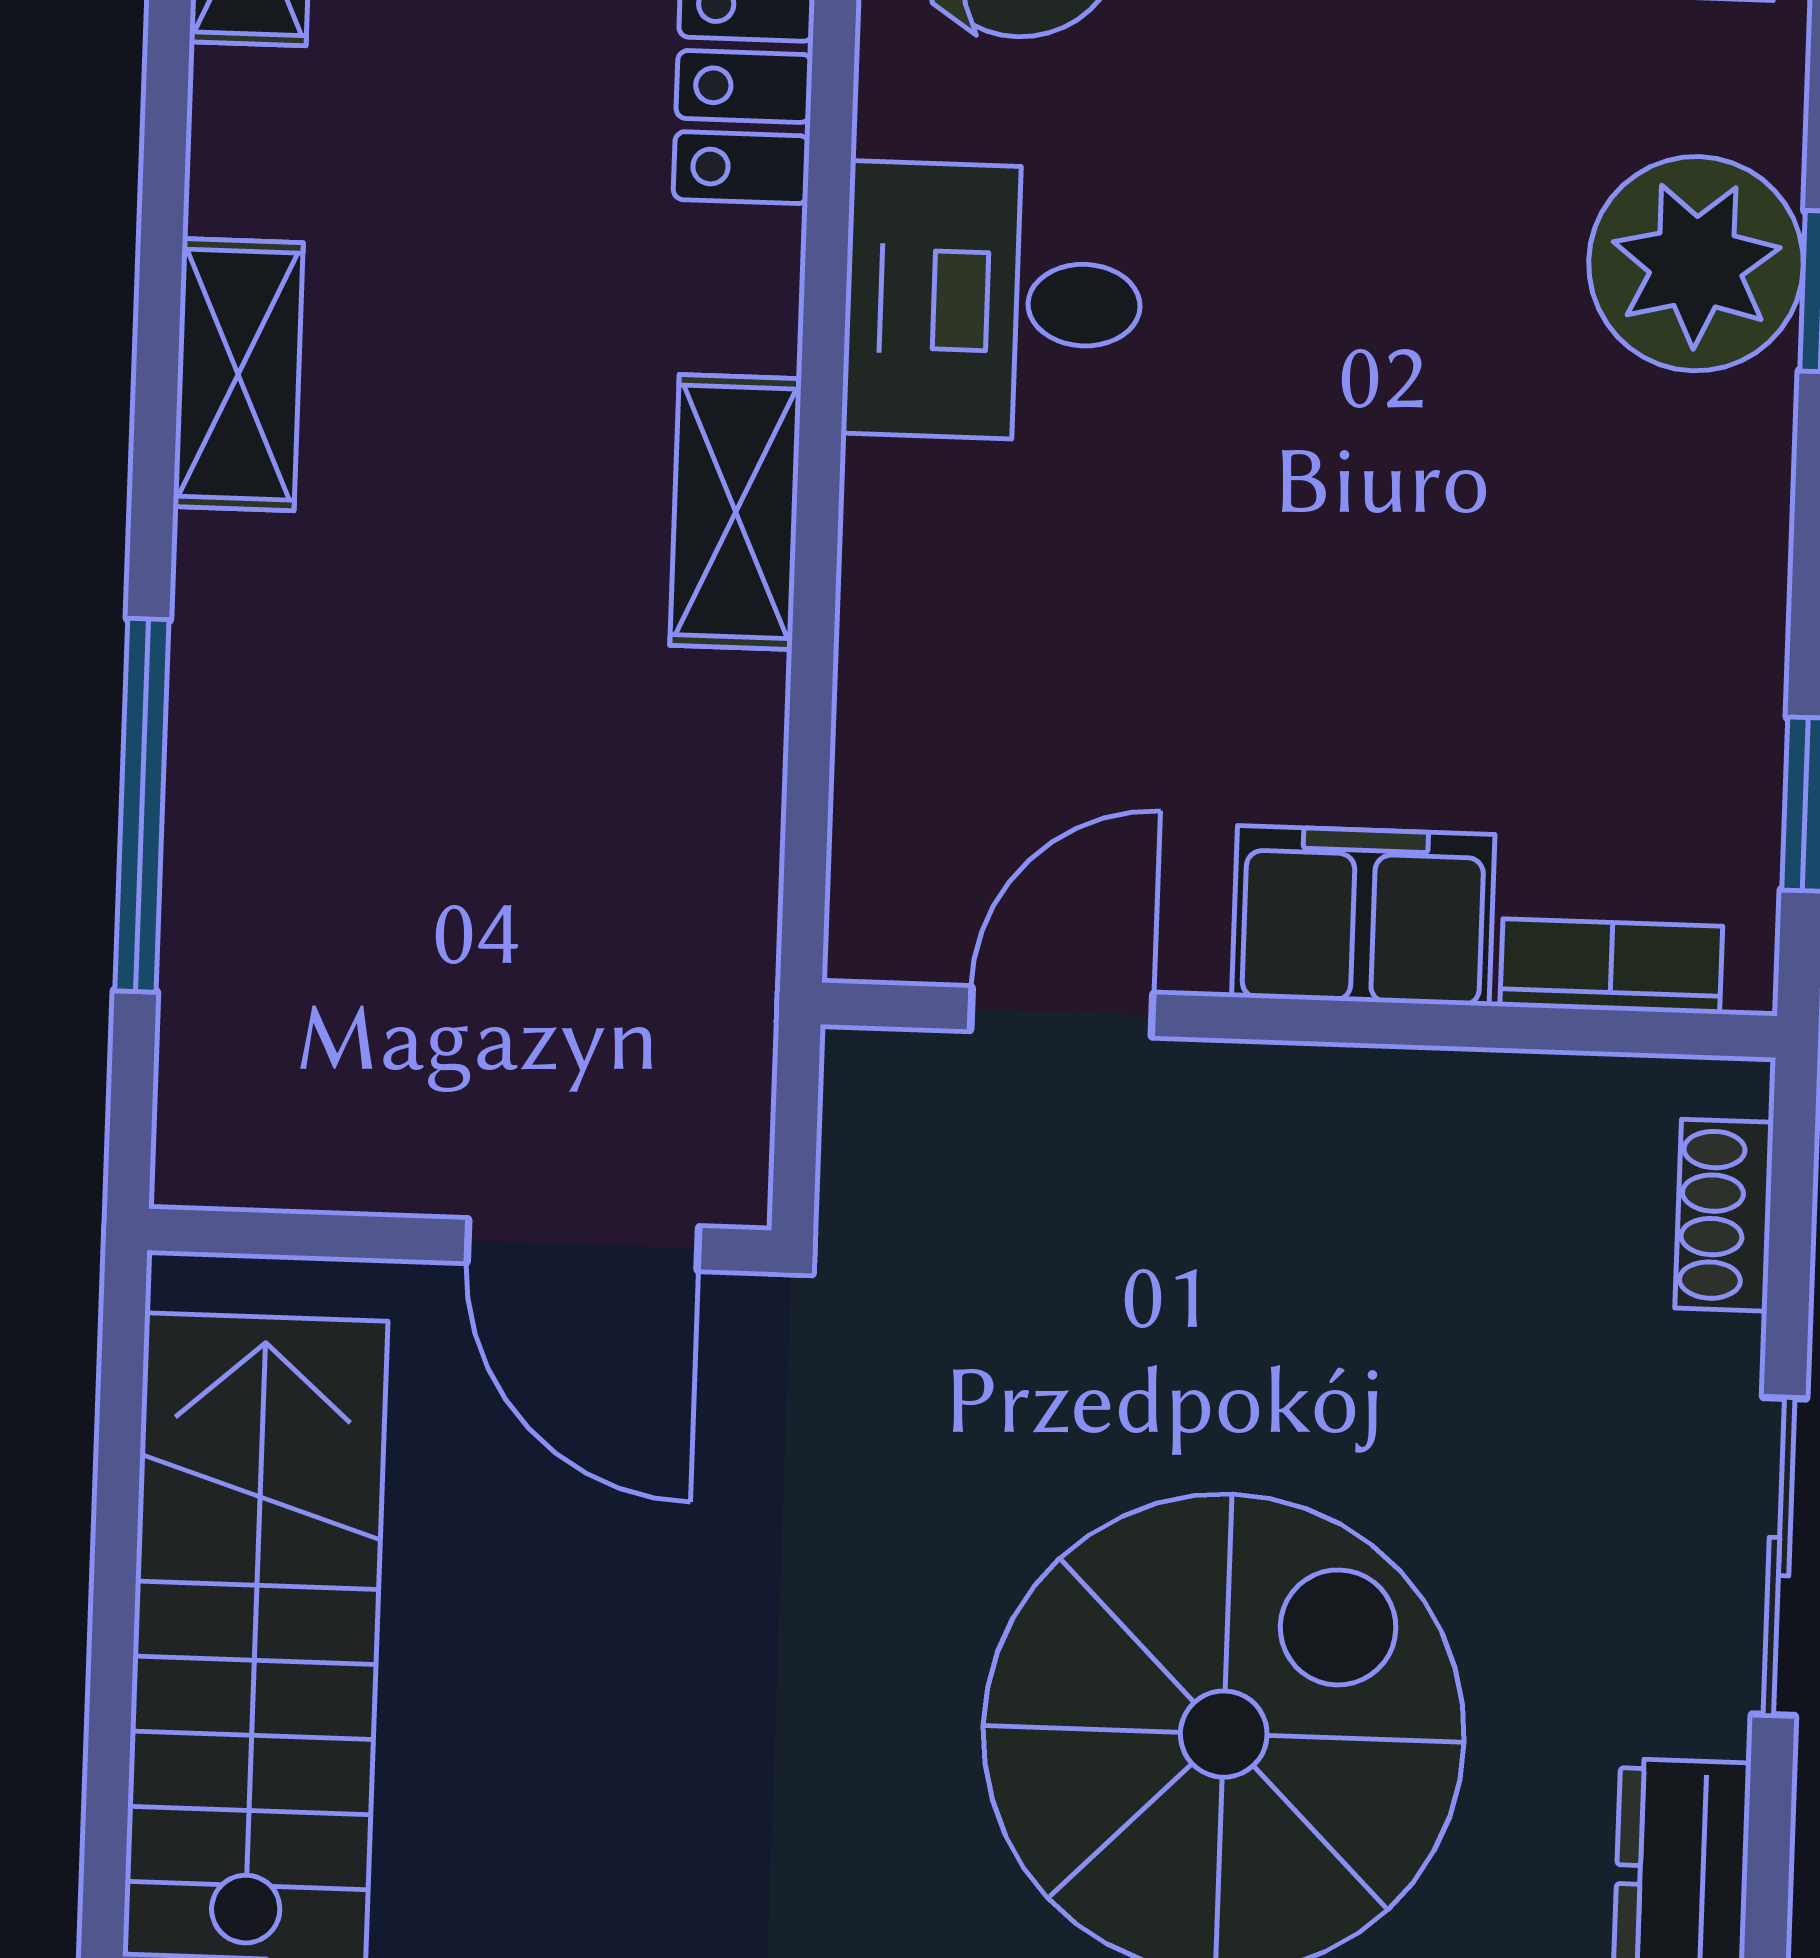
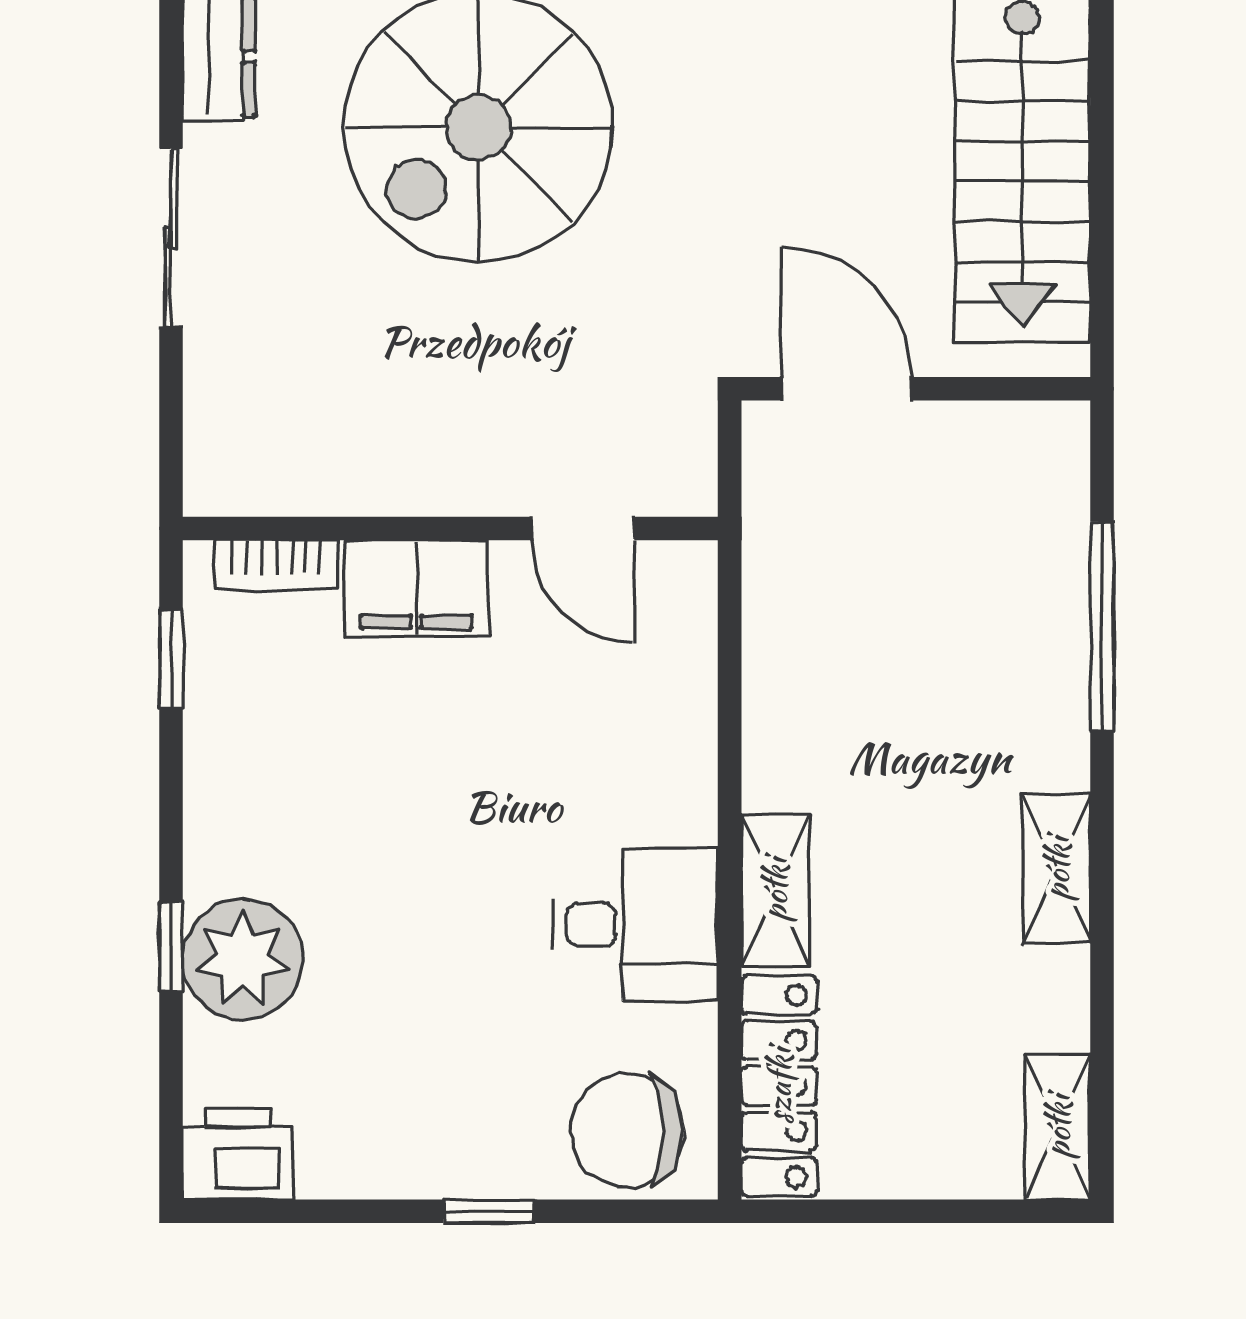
shelving: (736, 512) -> (775, 890), moved
door: (1062, 1012) -> (583, 528), hinge flipped
shoe rack: (1724, 1215) -> (208, 428), removed

